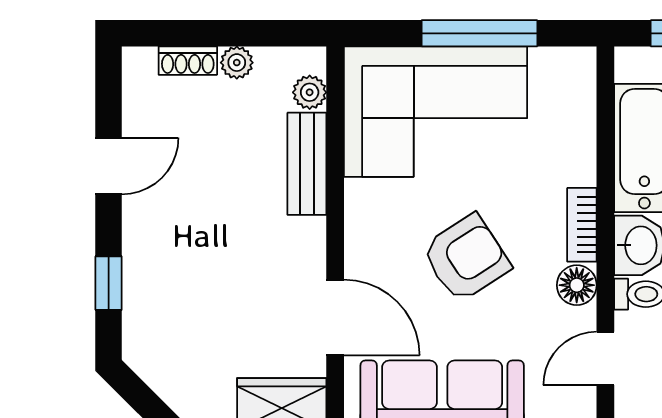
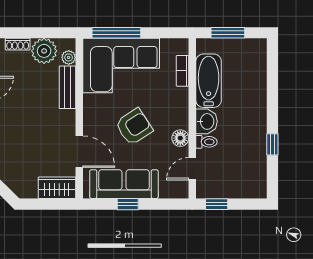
window: (479, 33) -> (116, 33), moved
plant: (237, 63) -> (44, 51), width x1.87, depth x1.87
bookcase: (582, 225) -> (182, 71), moved

